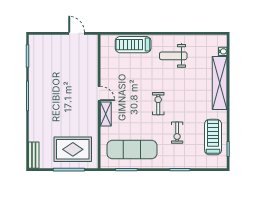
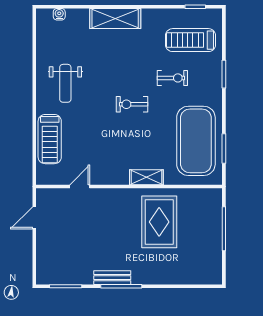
shelving: (220, 83) -> (115, 19), width x0.68
door: (99, 94) -> (80, 186), moved
treadmill: (213, 137) -> (191, 40), moved
rug: (73, 149) -> (159, 222), moved
exercise mat: (132, 150) -> (196, 141), width x1.47
bench: (34, 155) -> (112, 278), moved

